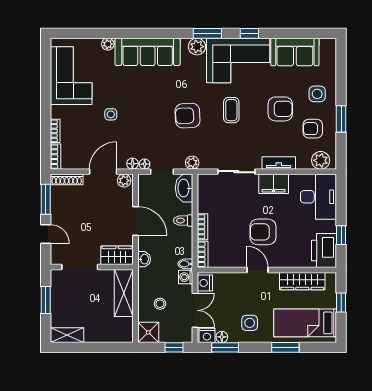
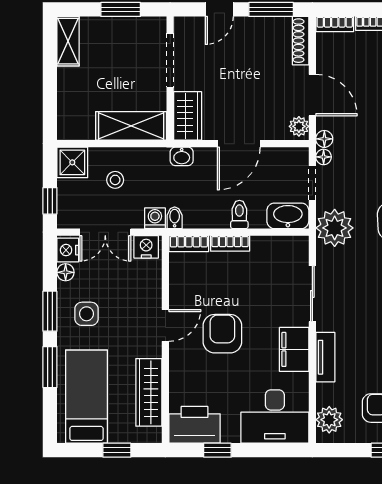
plant: (192, 163) -> (335, 228), width x1.88, depth x1.88
window: (225, 347) -> (50, 311), moved

